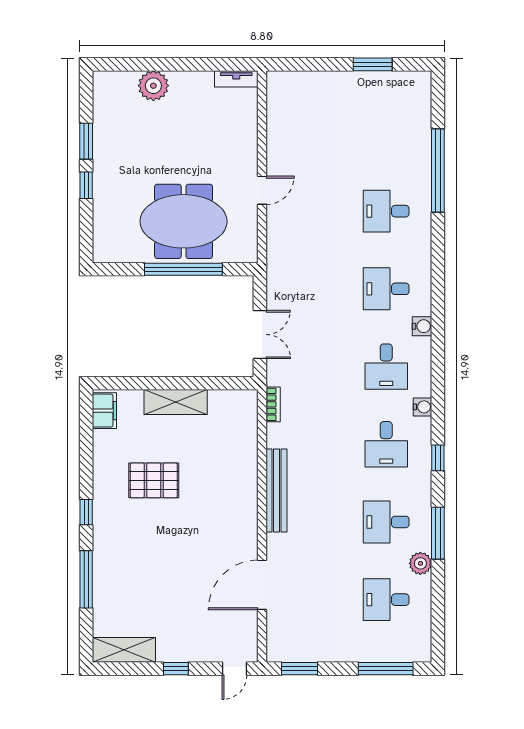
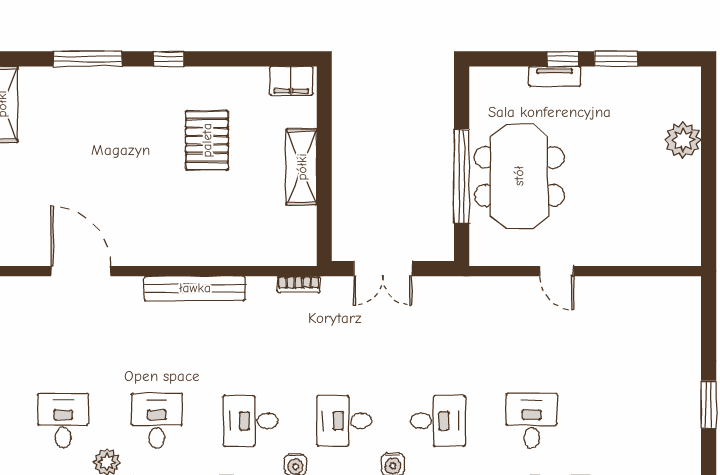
tv unit: (236, 79) -> (555, 76), moved, turned -90
desk: (386, 289) -> (438, 421), turned 90

